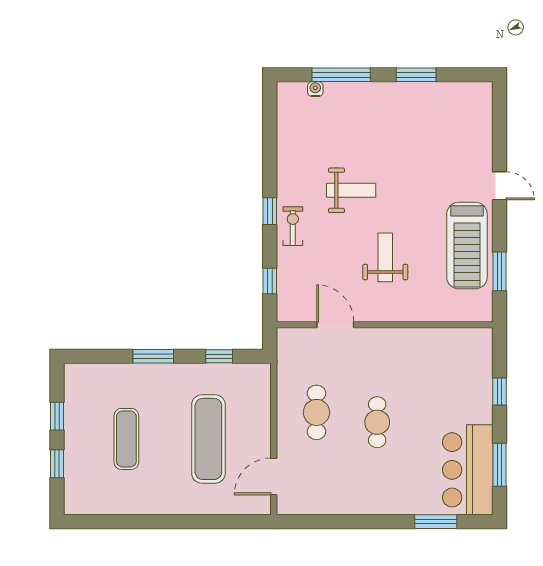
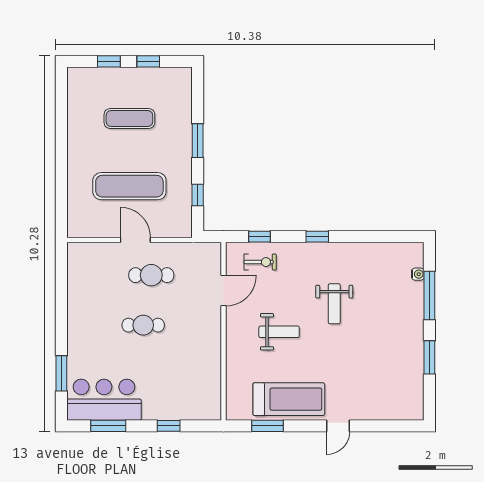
exercise bike: (293, 226) -> (260, 262), moved
treadmill: (467, 246) -> (289, 399), turned 180
door: (274, 476) -> (135, 240), moved

